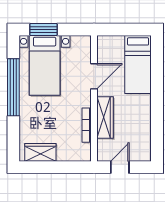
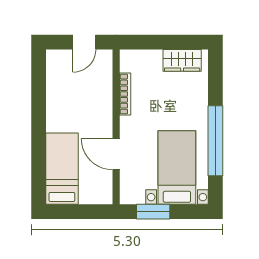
window: (43, 29) -> (153, 212), moved
door: (94, 76) -> (116, 154), hinge flipped
wardrobe: (105, 118) -> (103, 103), removed

